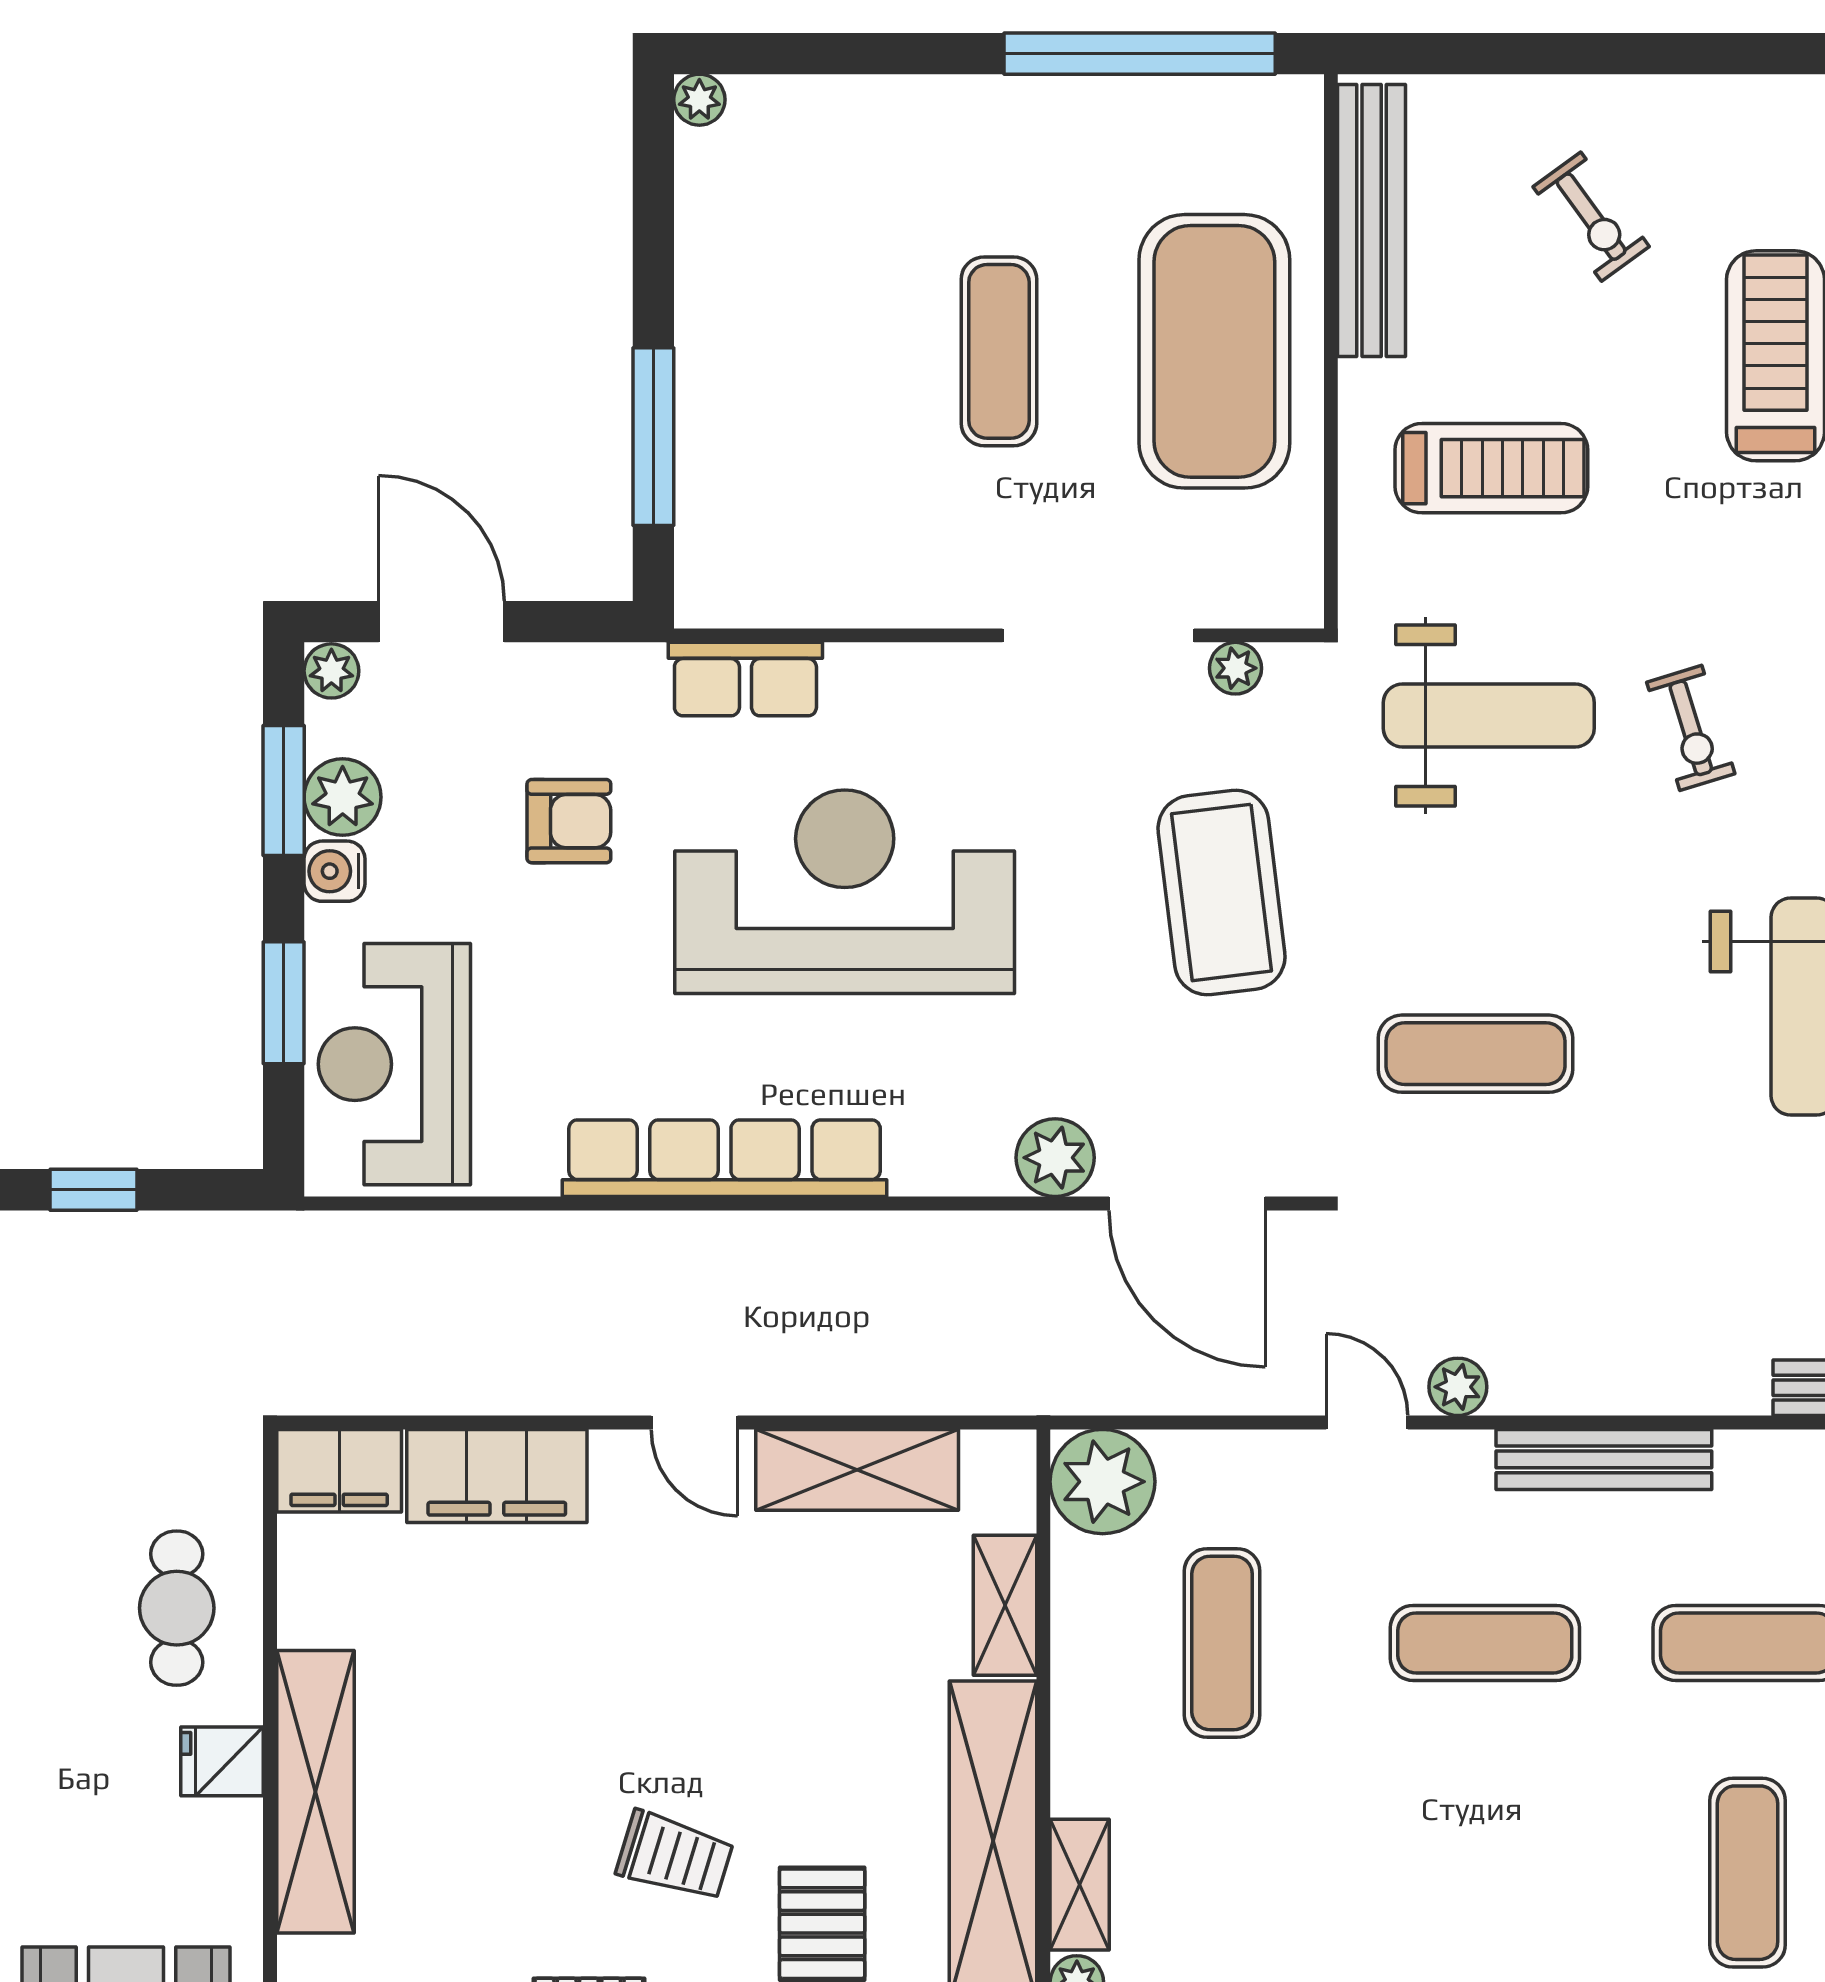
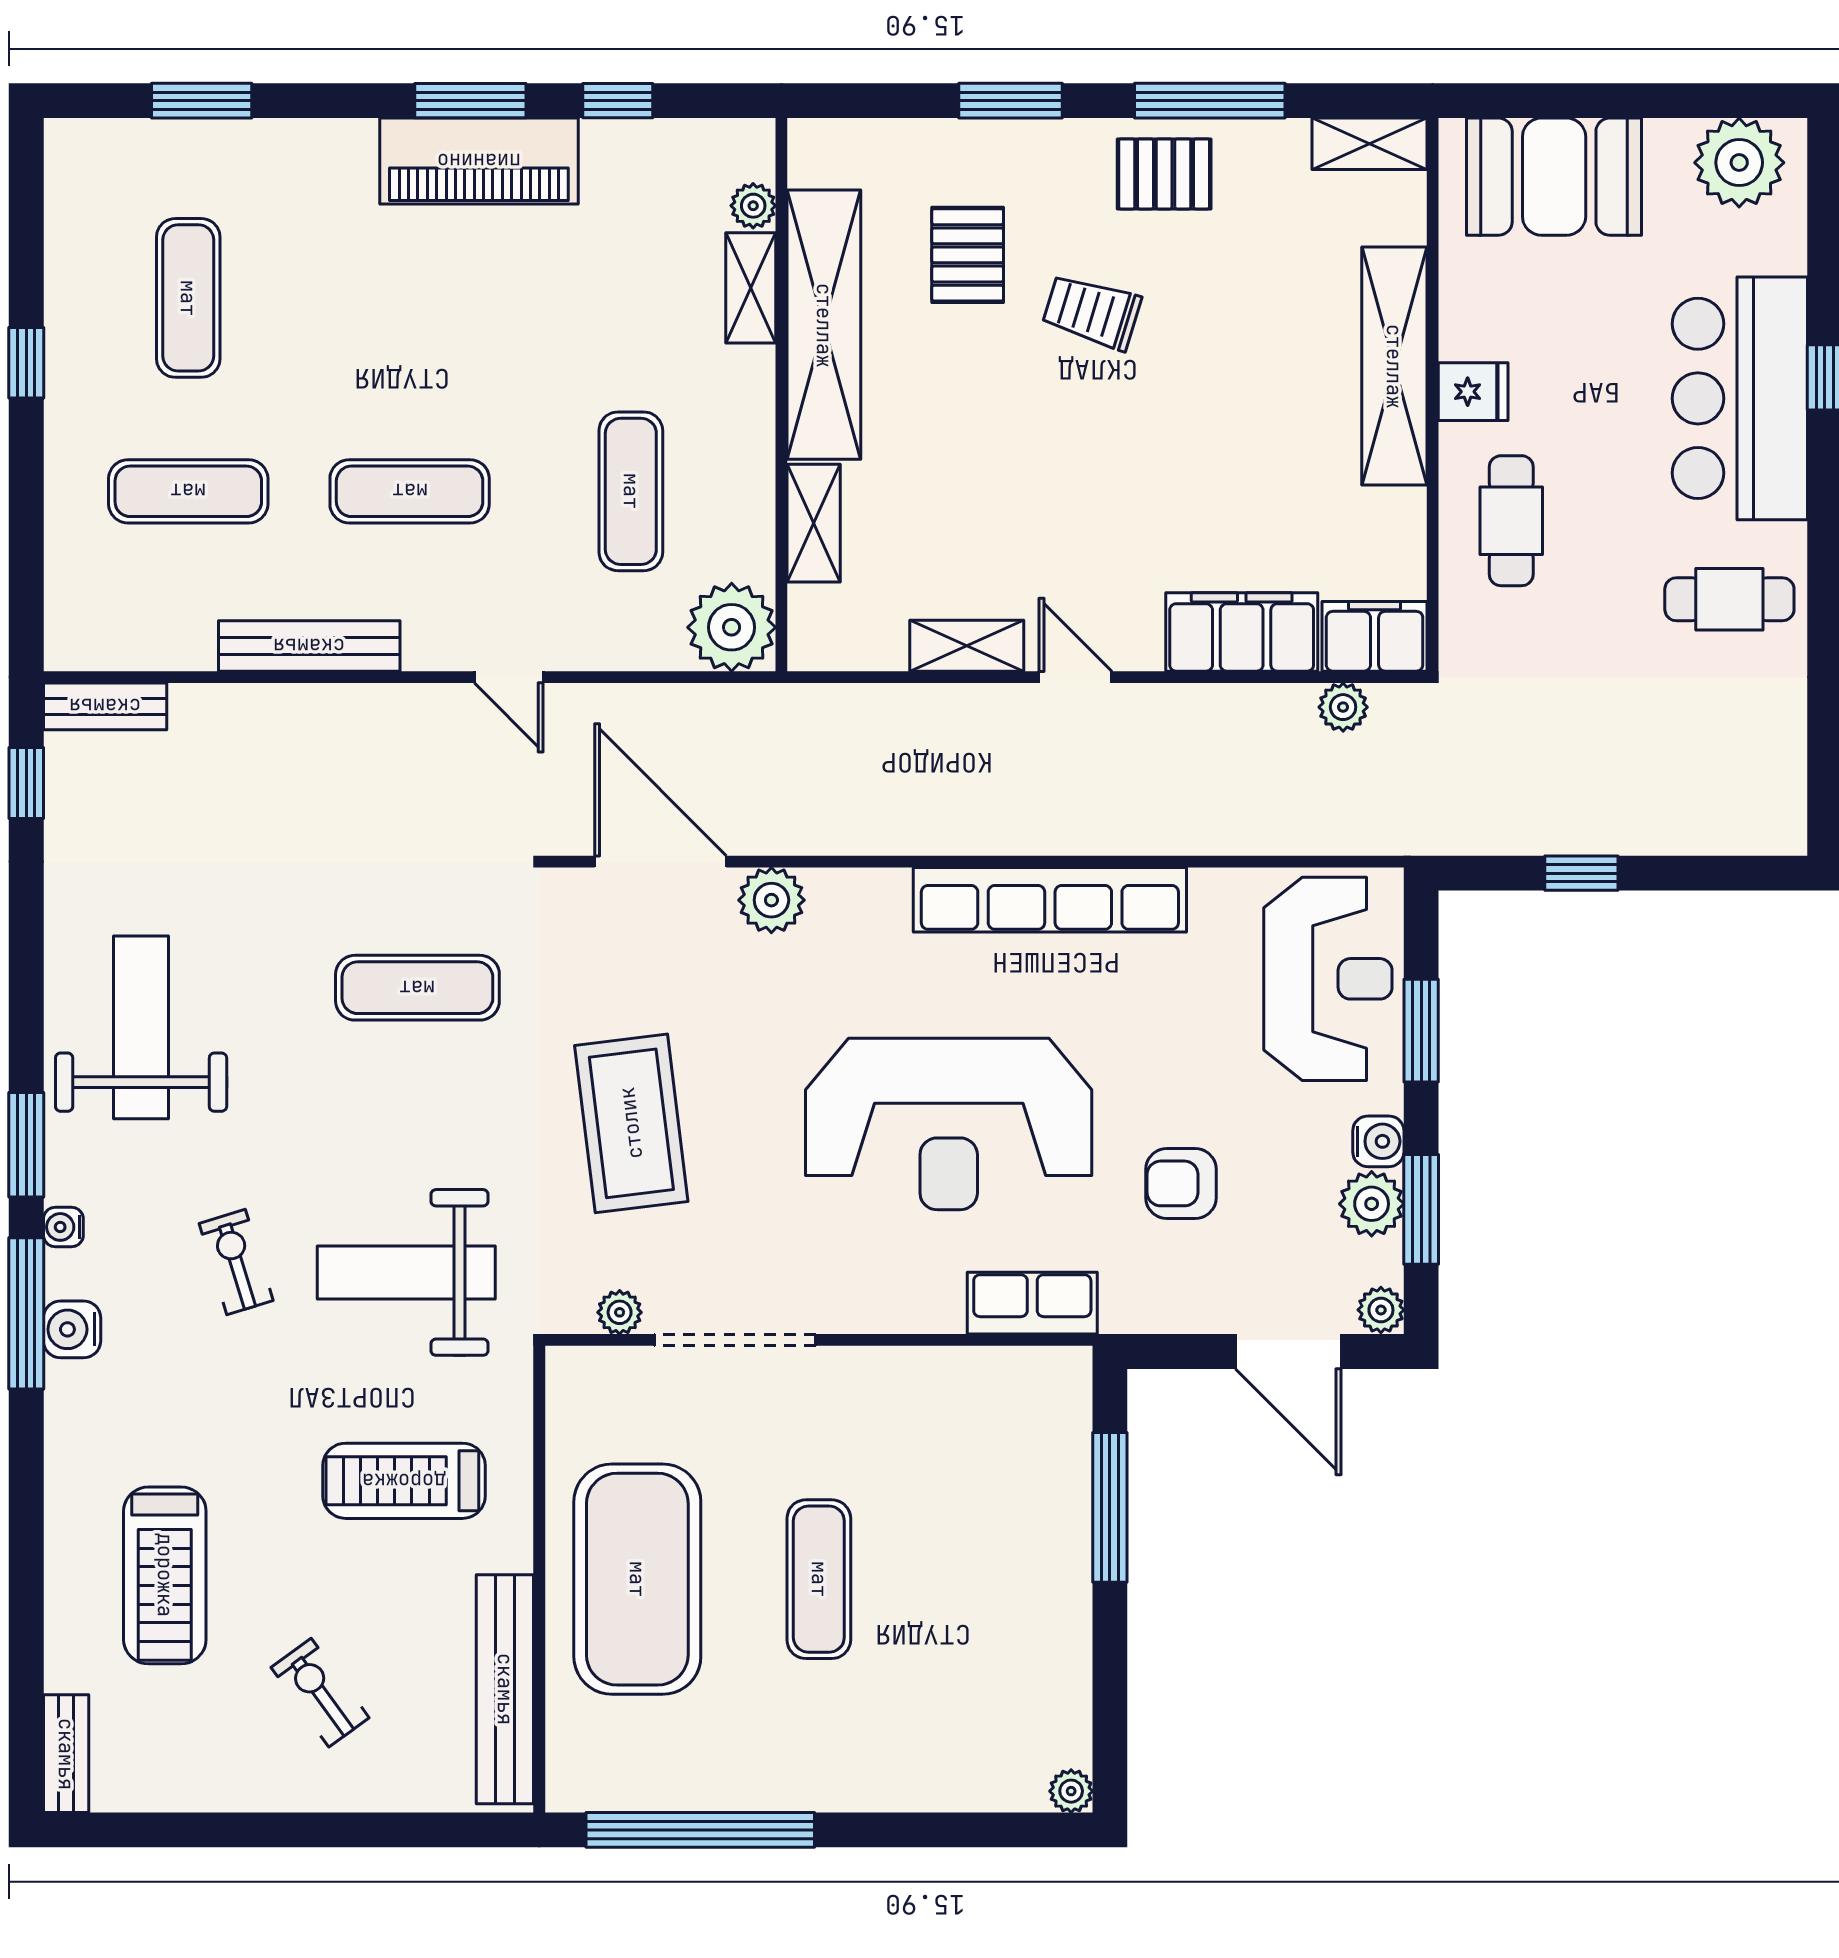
plant: (1458, 1387) -> (1343, 707), moved
shelving: (857, 1470) -> (967, 646), width x0.67, depth x0.75

